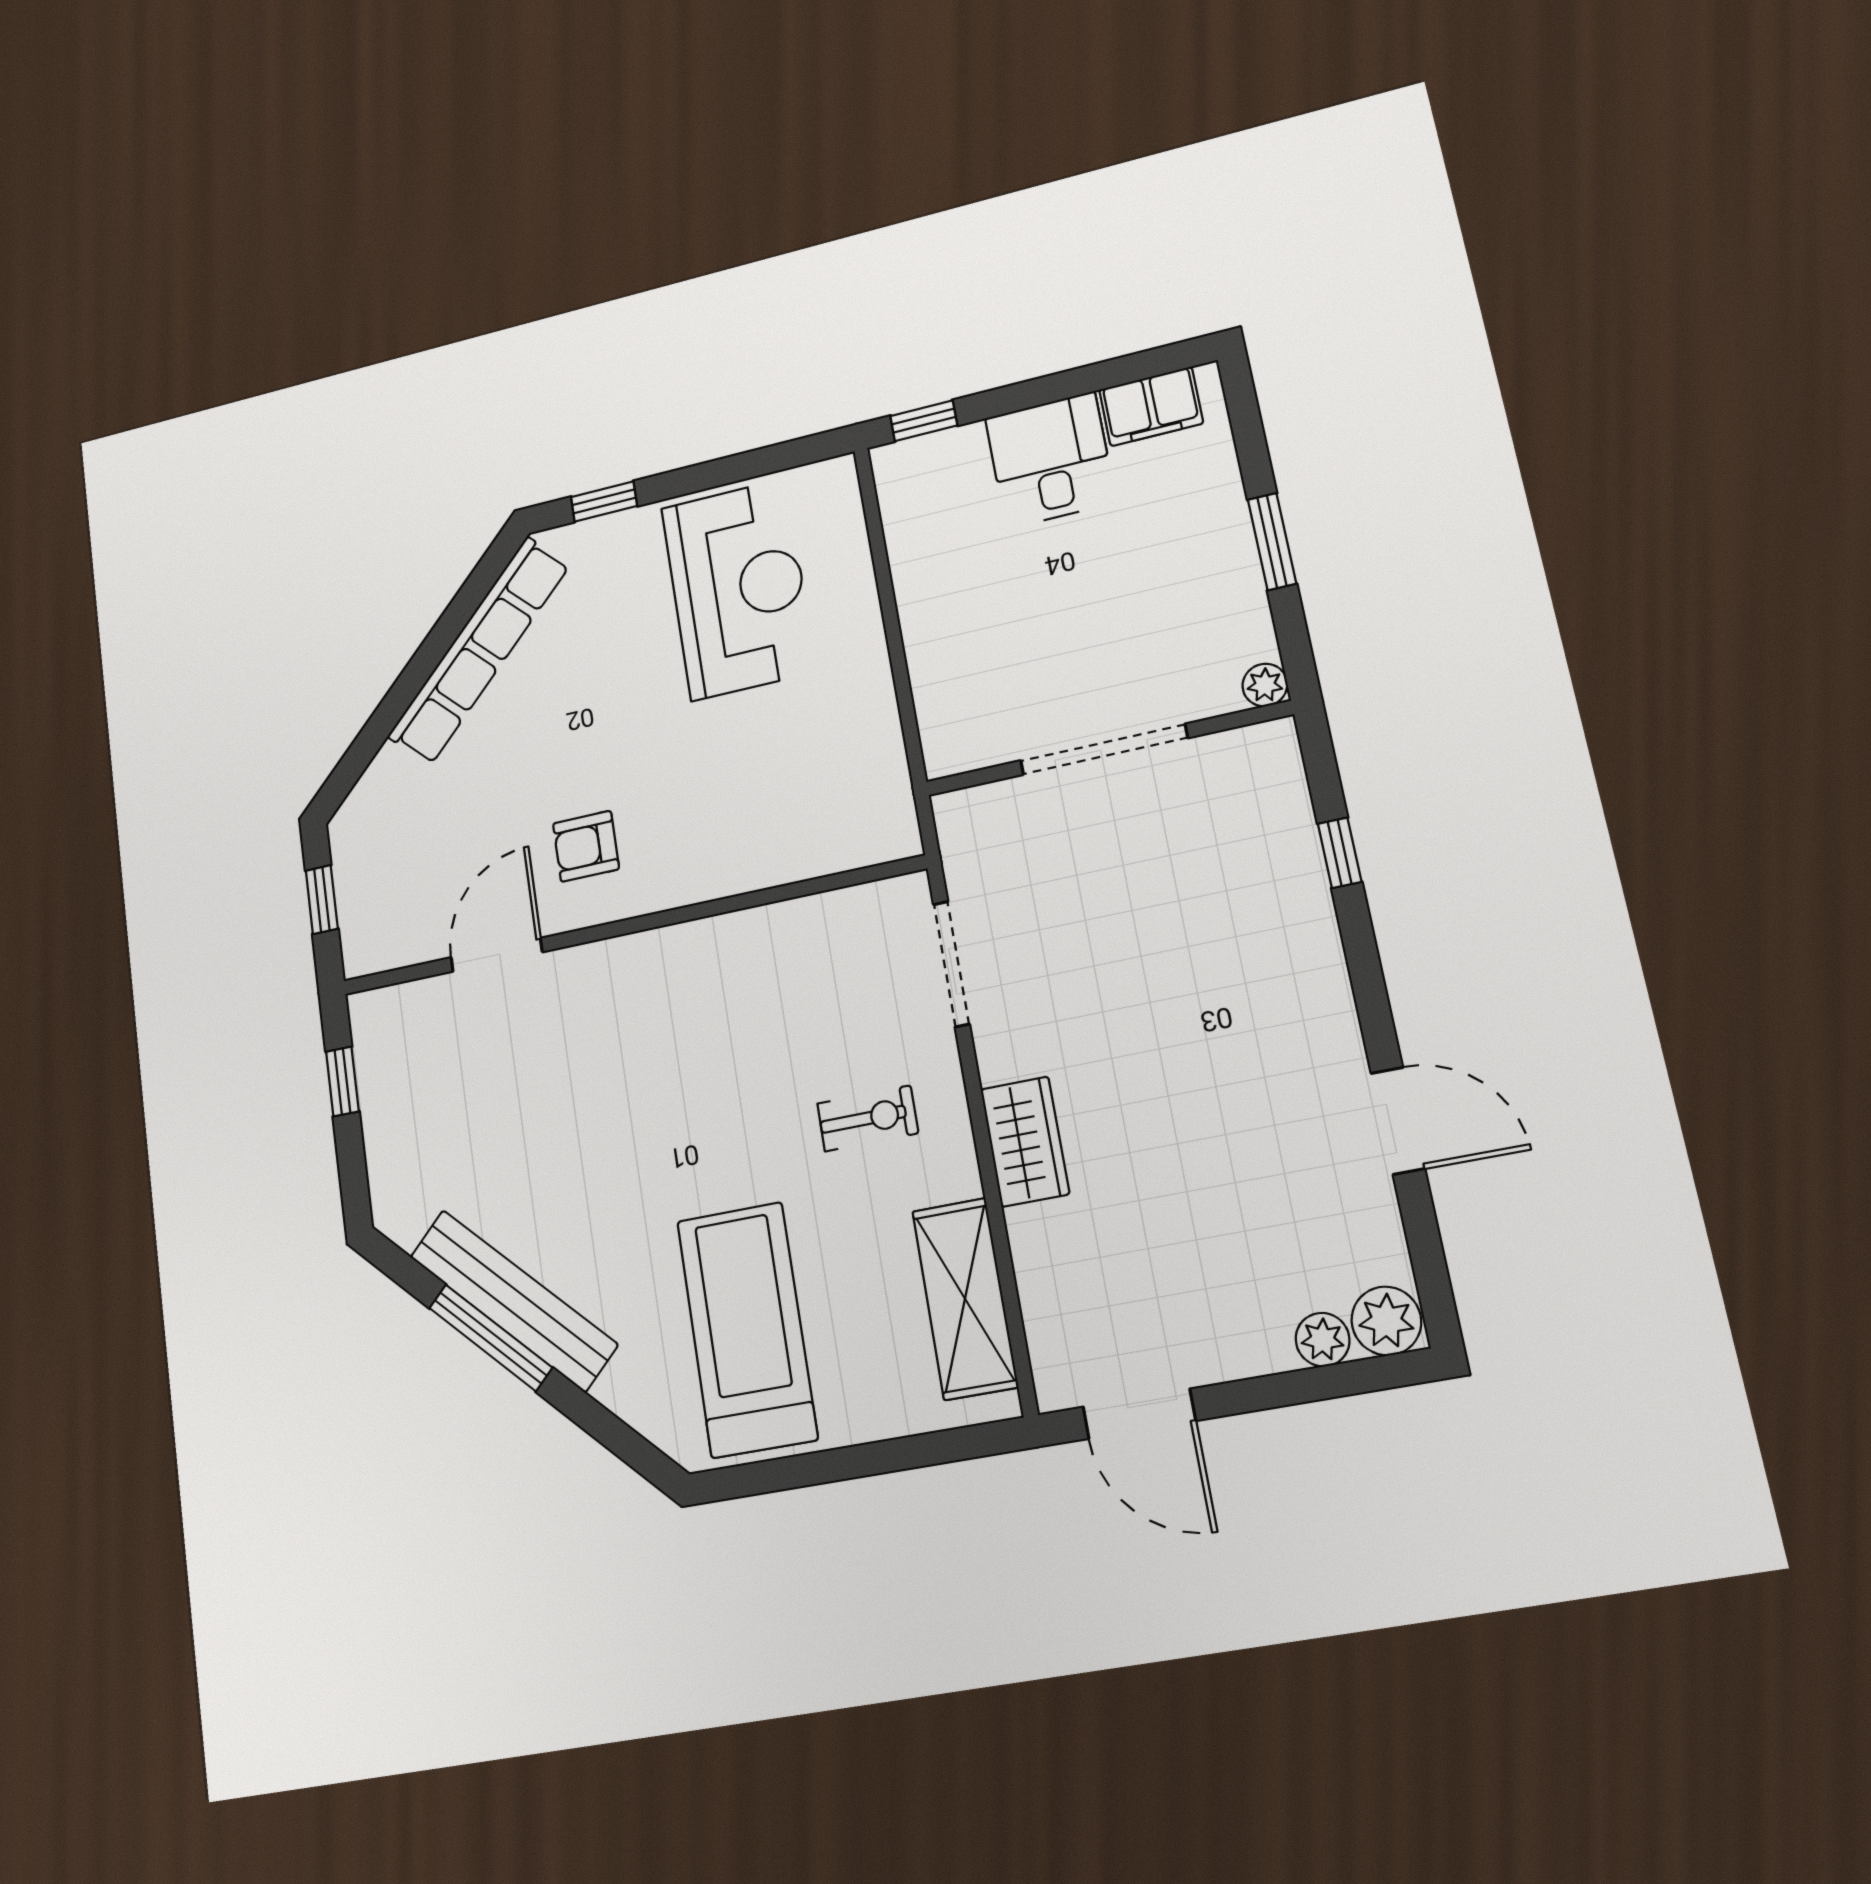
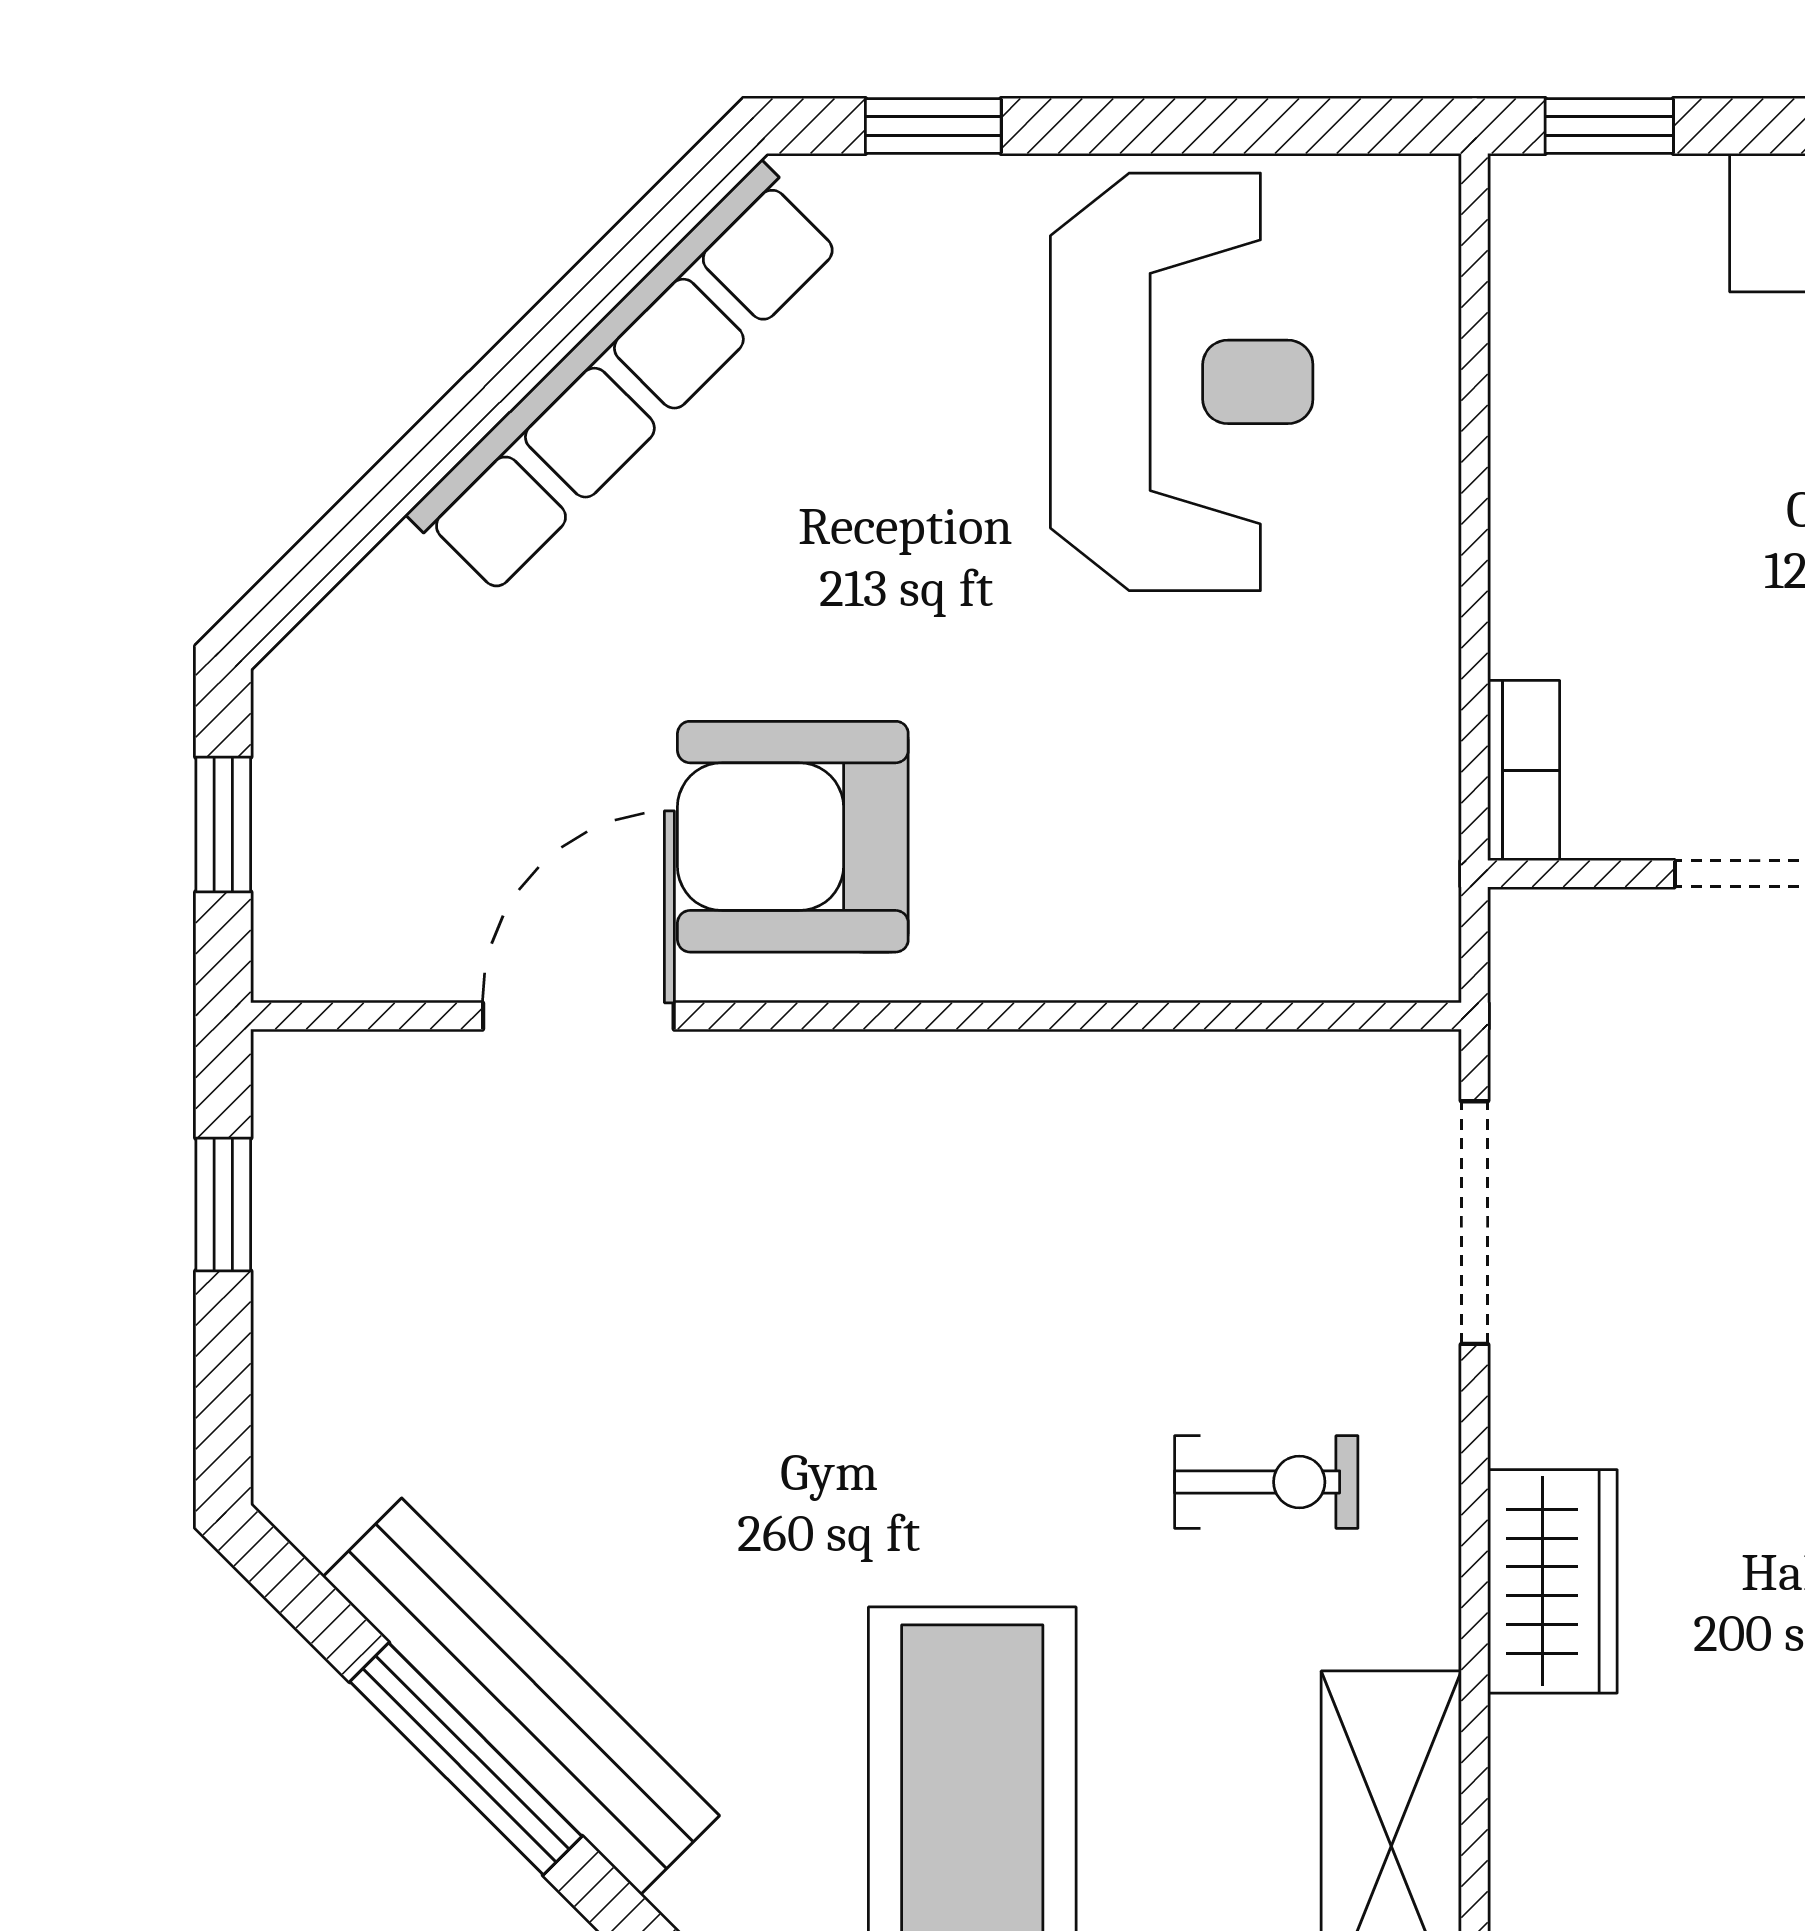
bookcase: (937, 734) -> (1524, 770), added
armchair: (586, 846) -> (793, 837), width x1.88, depth x1.88

